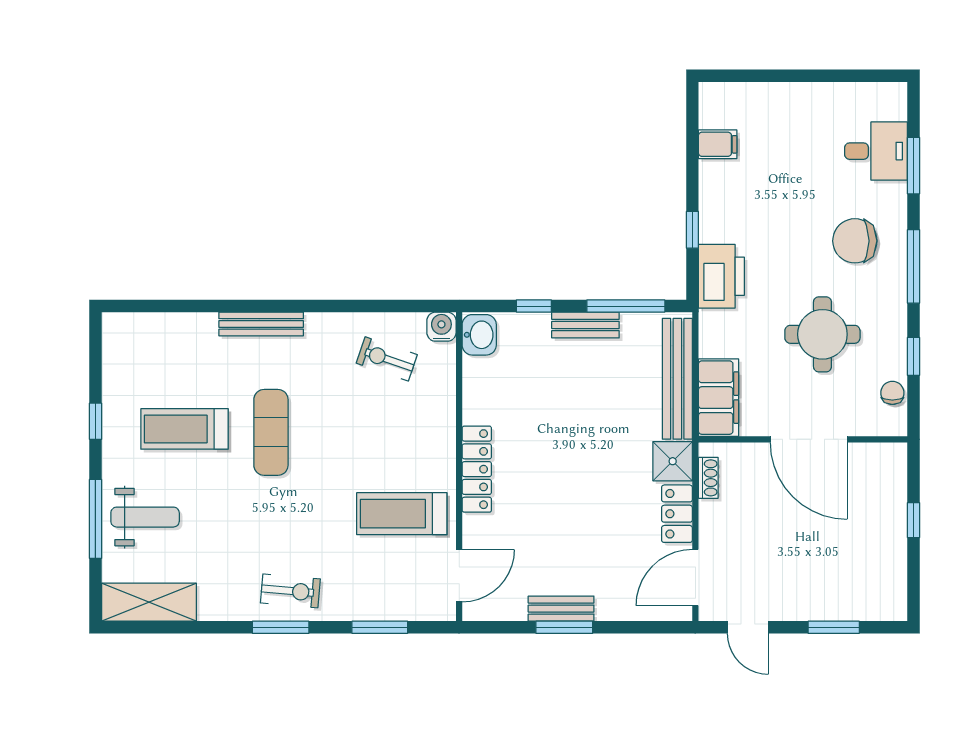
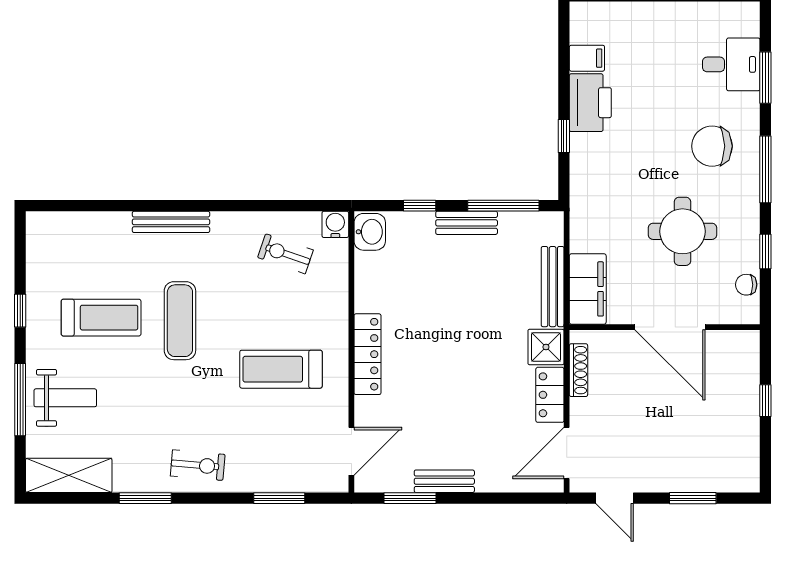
printer: (721, 276) -> (590, 103), moved
bench: (677, 379) -> (553, 287), width x0.73, depth x0.82
chair: (892, 393) -> (746, 285), turned -90
treadmill: (184, 429) -> (101, 318), turned 180
shoe rack: (708, 478) -> (578, 370), width x1.43
treadmill: (402, 514) -> (281, 369), moved
window: (281, 627) -> (145, 498), moved
window: (564, 627) -> (410, 498), moved

